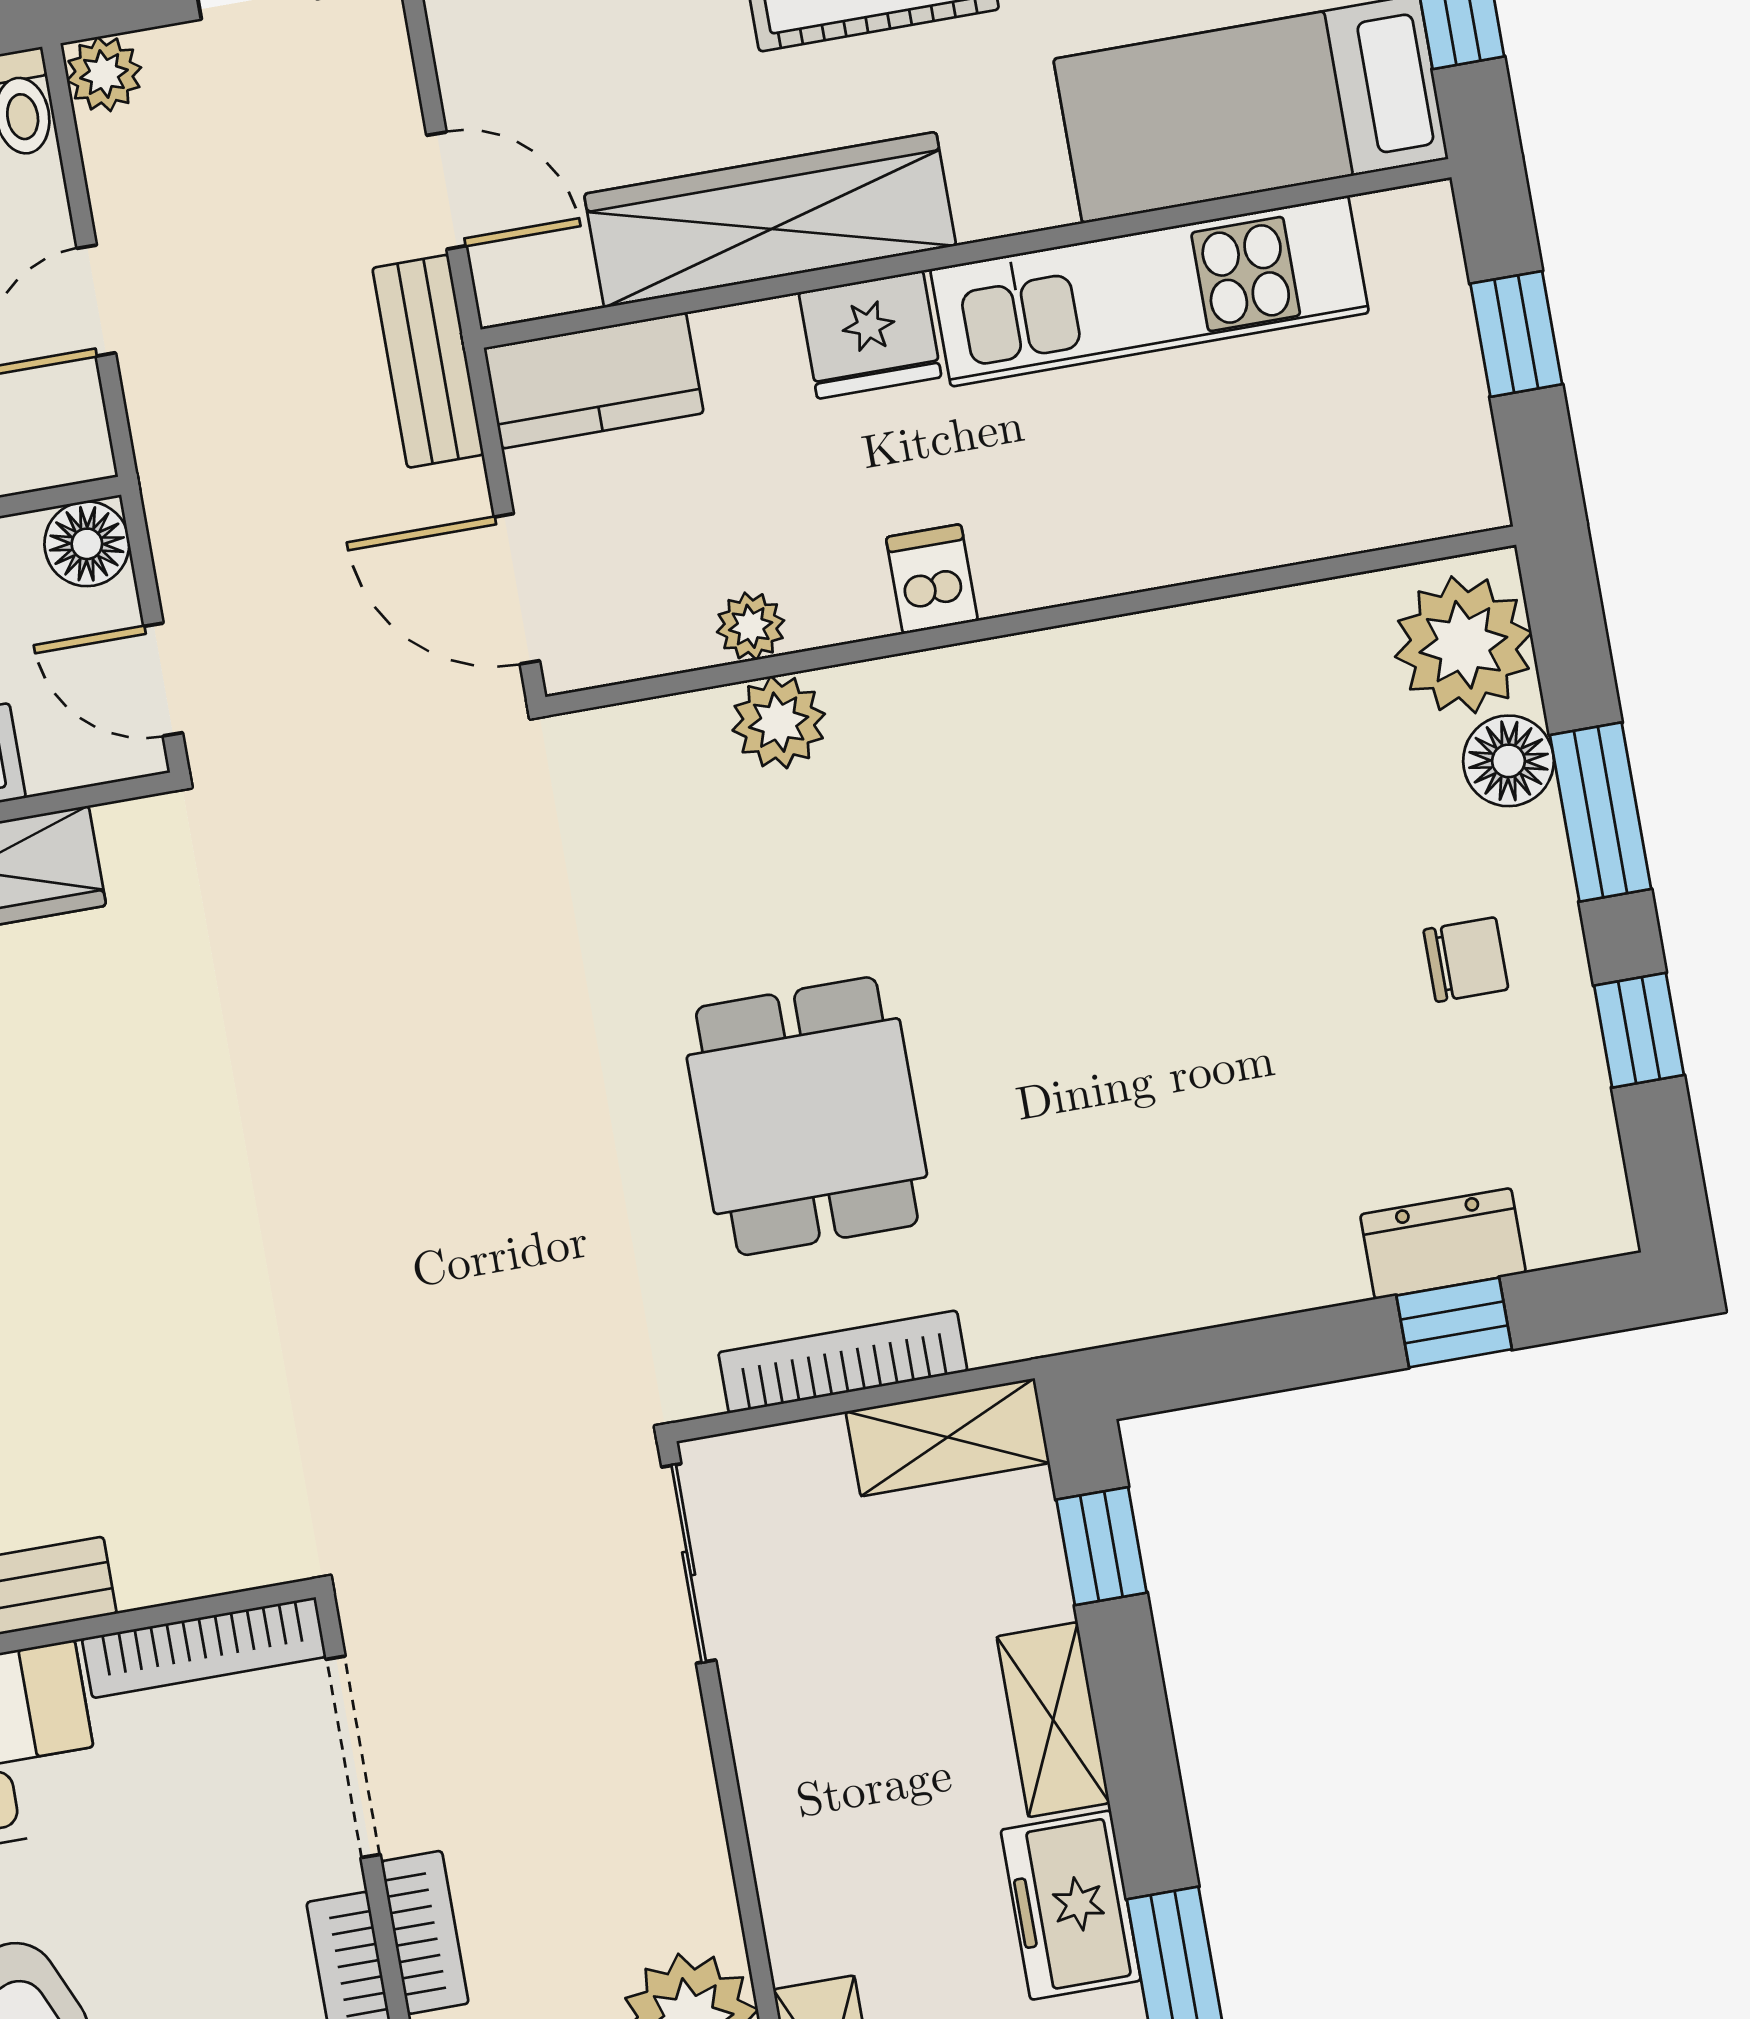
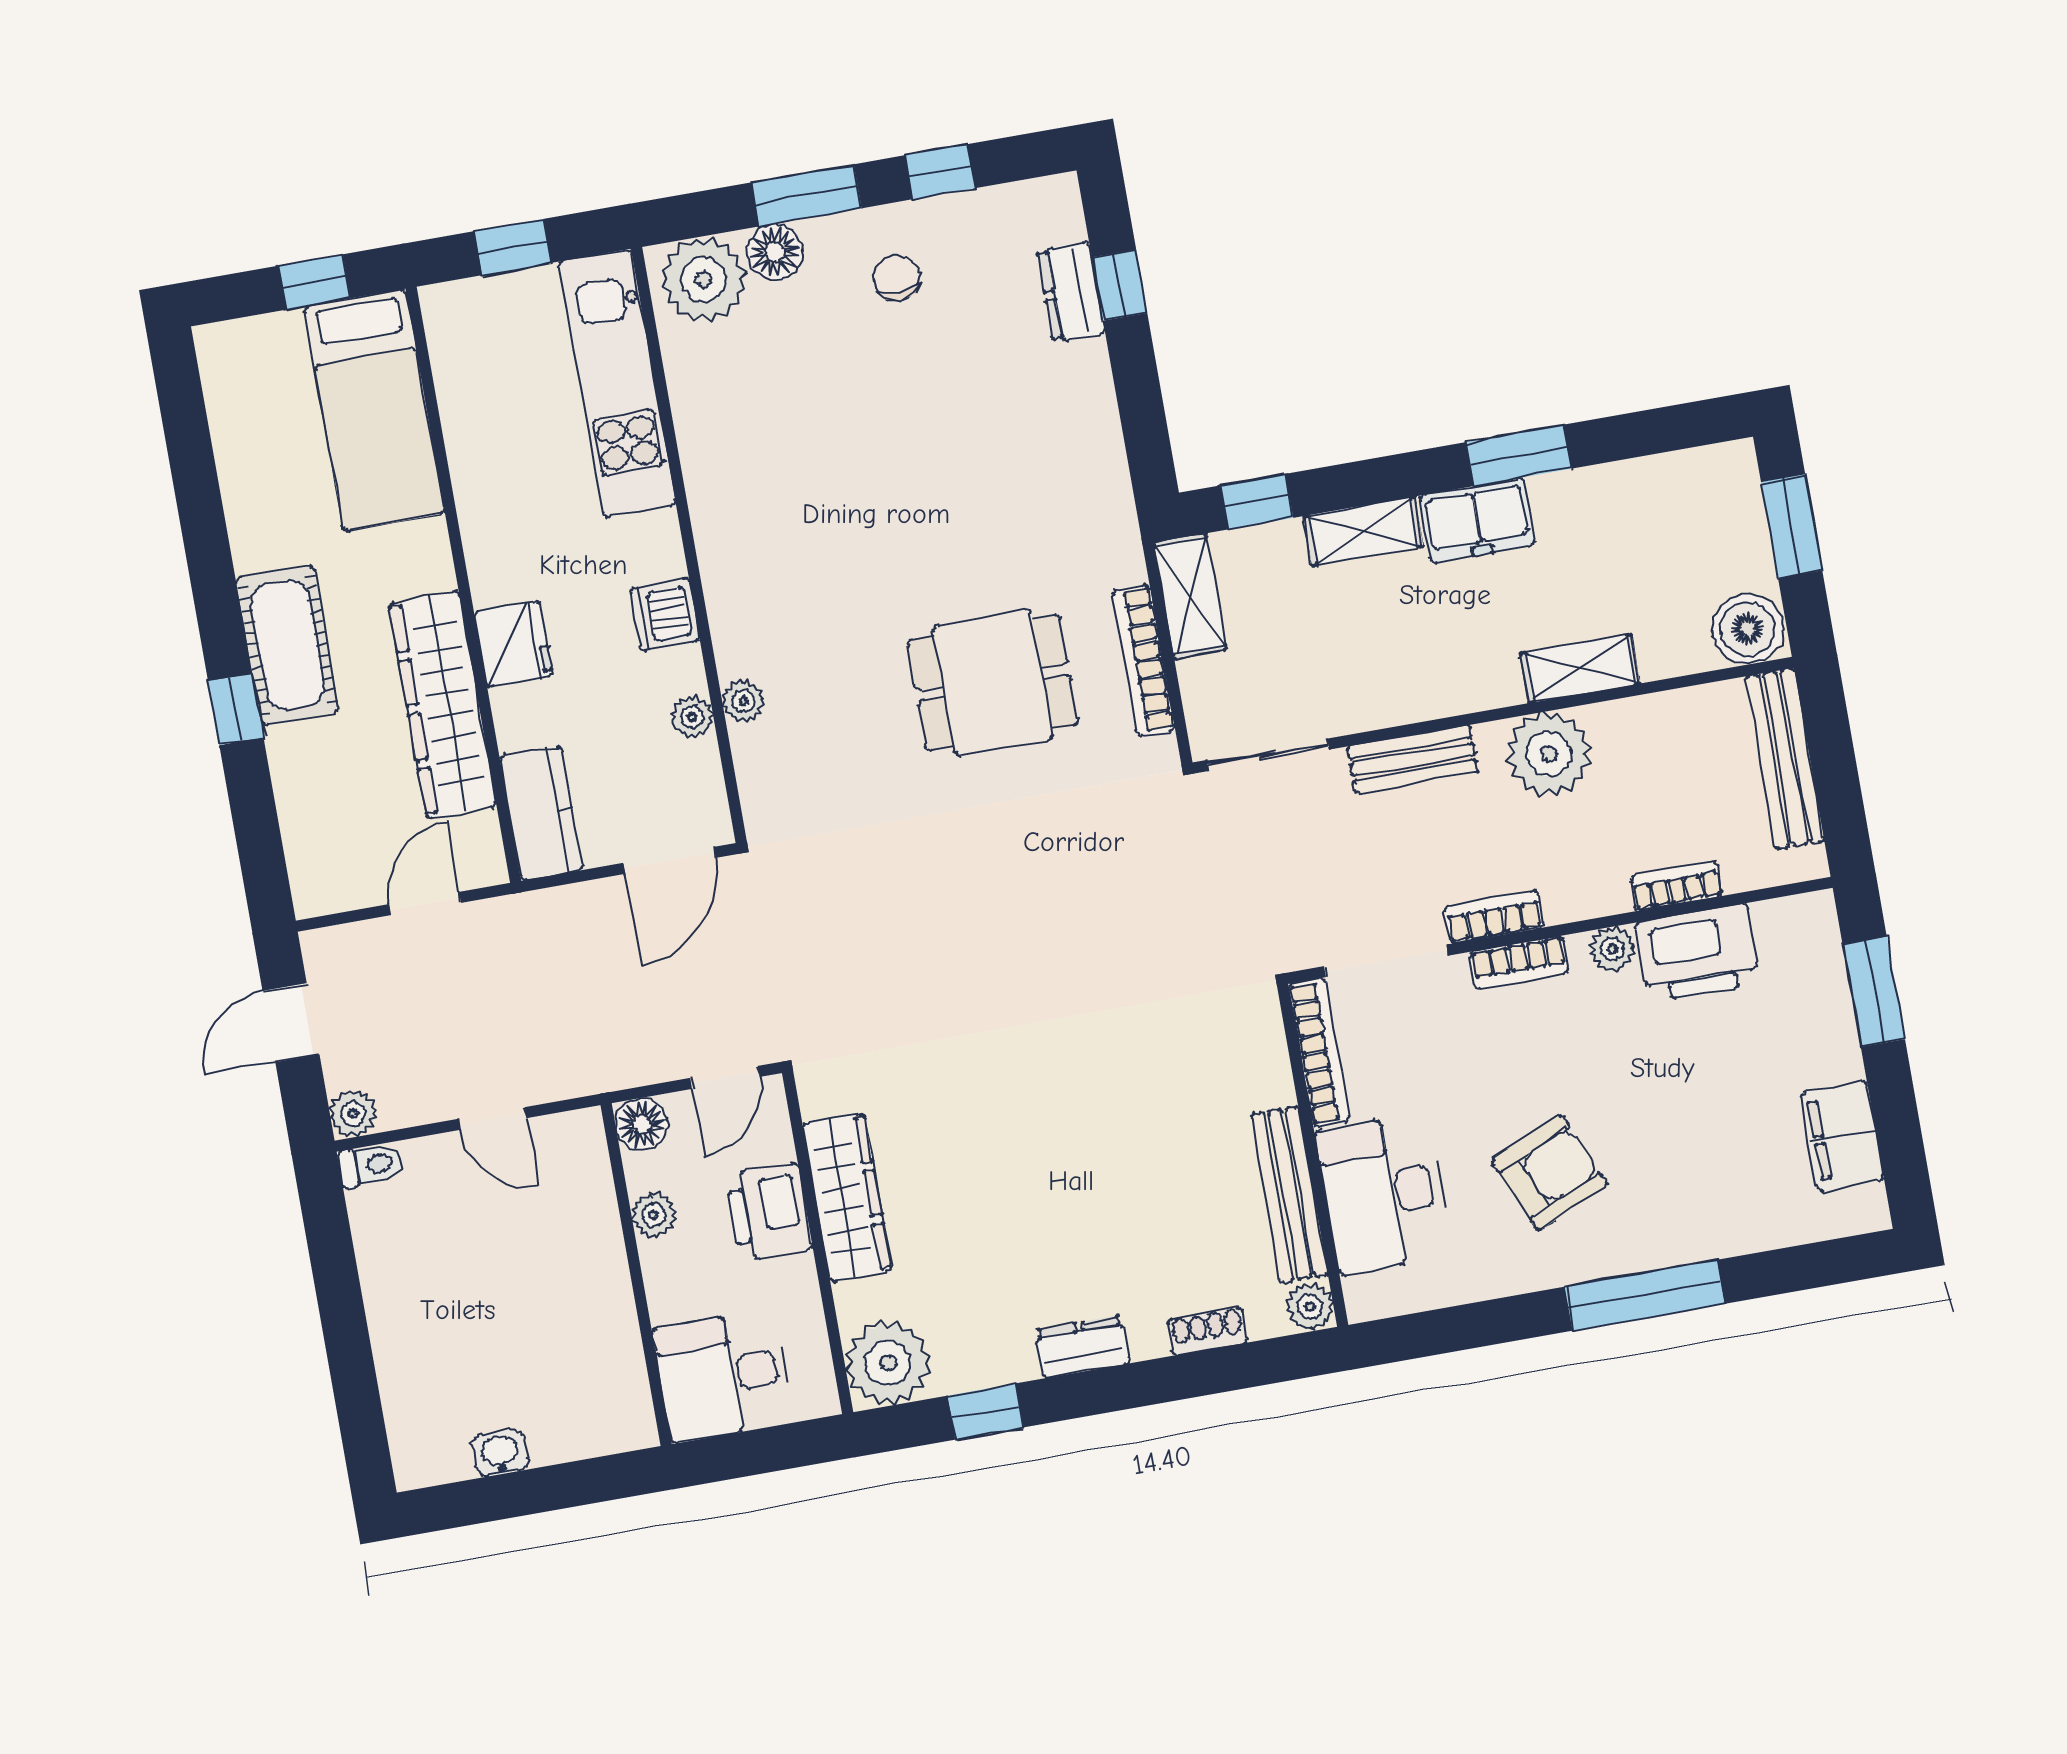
kitchen unit: (1149, 291) -> (618, 384), moved, turned 180
bench: (428, 361) -> (1413, 759), moved
dishwasher: (932, 579) -> (665, 614), width x1.38
plant: (779, 722) -> (743, 701), width x0.73, depth x0.73

